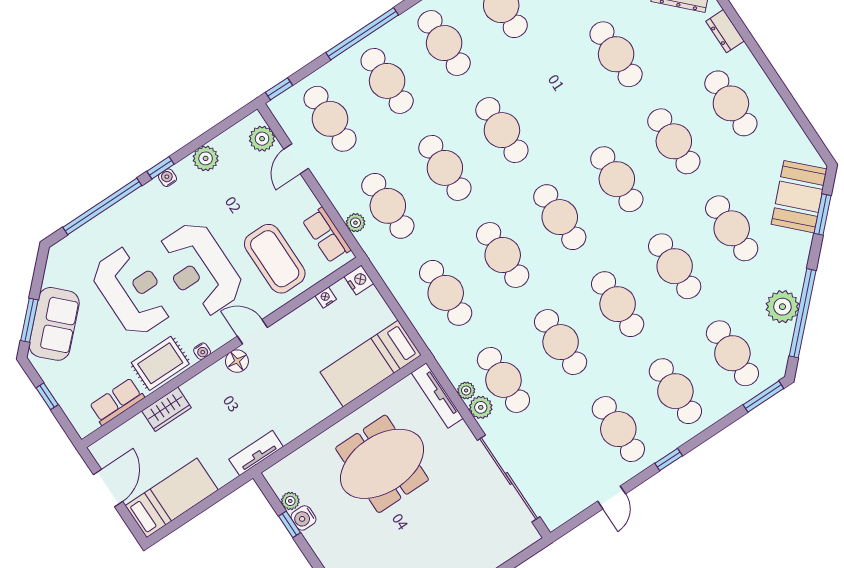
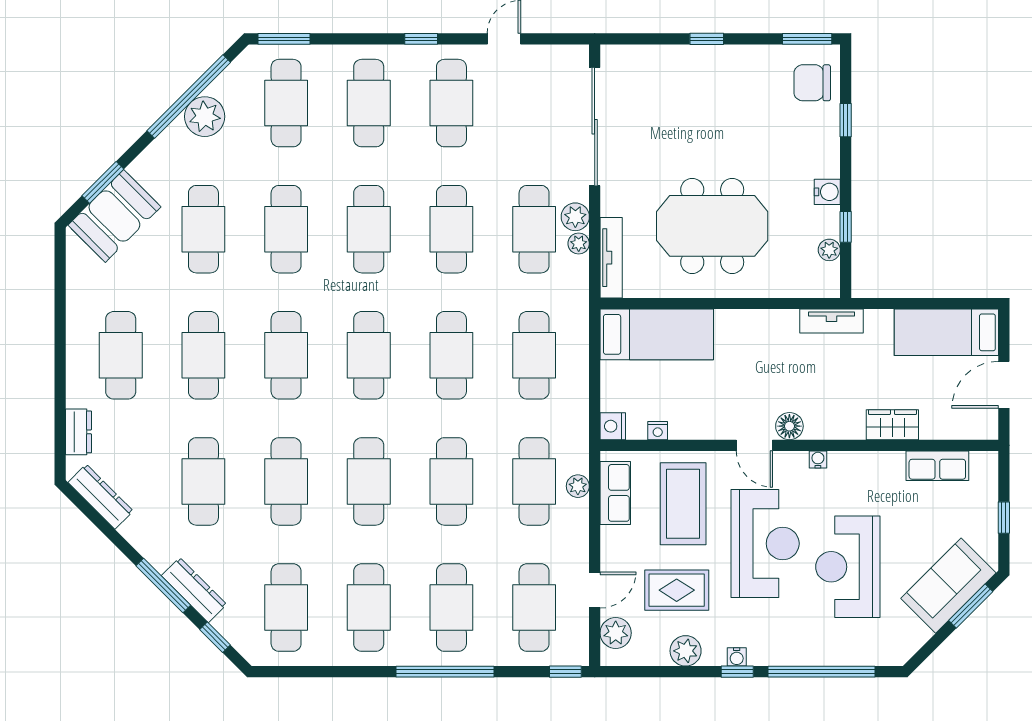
cafe table: (559, 92) -> (286, 481), added
rug: (160, 363) -> (677, 590), moved
water cooler: (303, 518) -> (827, 192), moved

